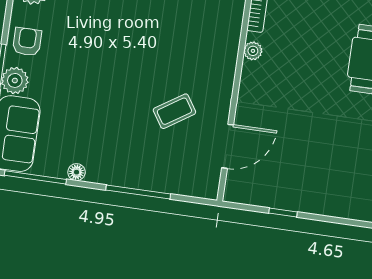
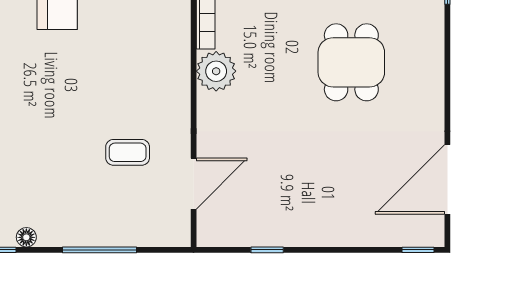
plant: (253, 51) -> (216, 71), width x1.87, depth x1.87
coffee table: (174, 111) -> (128, 152), turned 33

